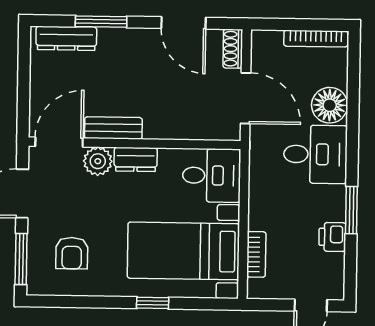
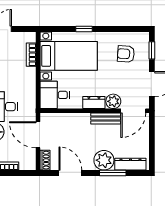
plant: (118, 47) -> (104, 160), added
armchair: (72, 253) -> (126, 54), turned -86
window: (21, 259) -> (152, 50), width x0.67

